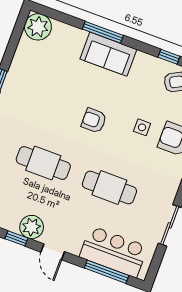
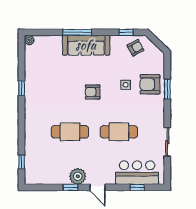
plant: (38, 27) -> (29, 40), width x0.53, depth x0.53
sofa: (108, 54) -> (86, 45), width x1.36
window: (107, 272) -> (137, 187), width x0.46

